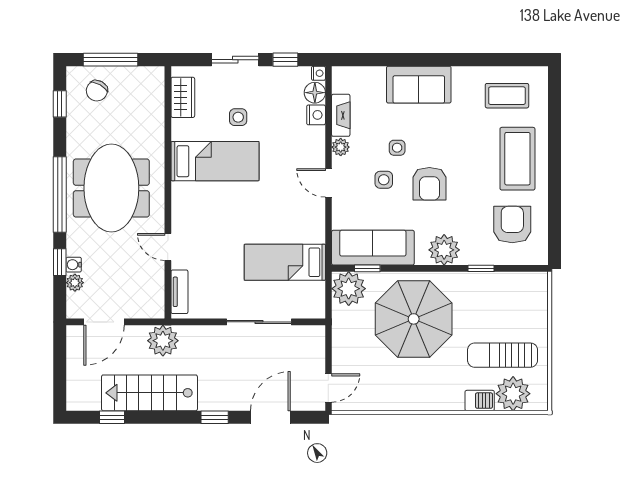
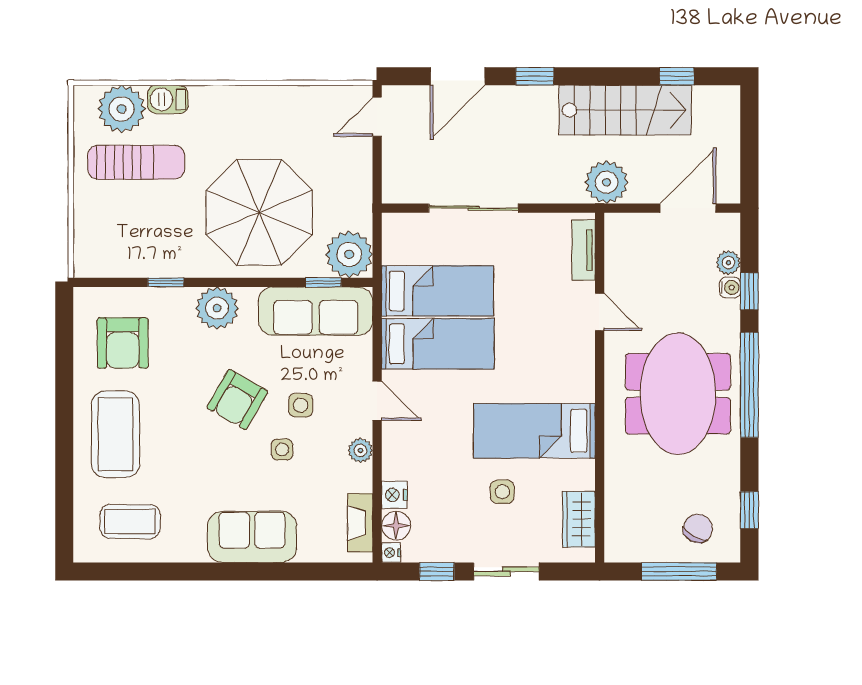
fireplace: (341, 115) -> (360, 523), moved
armchair: (429, 184) -> (237, 400), turned -150
bed: (285, 224) -> (438, 344), added

